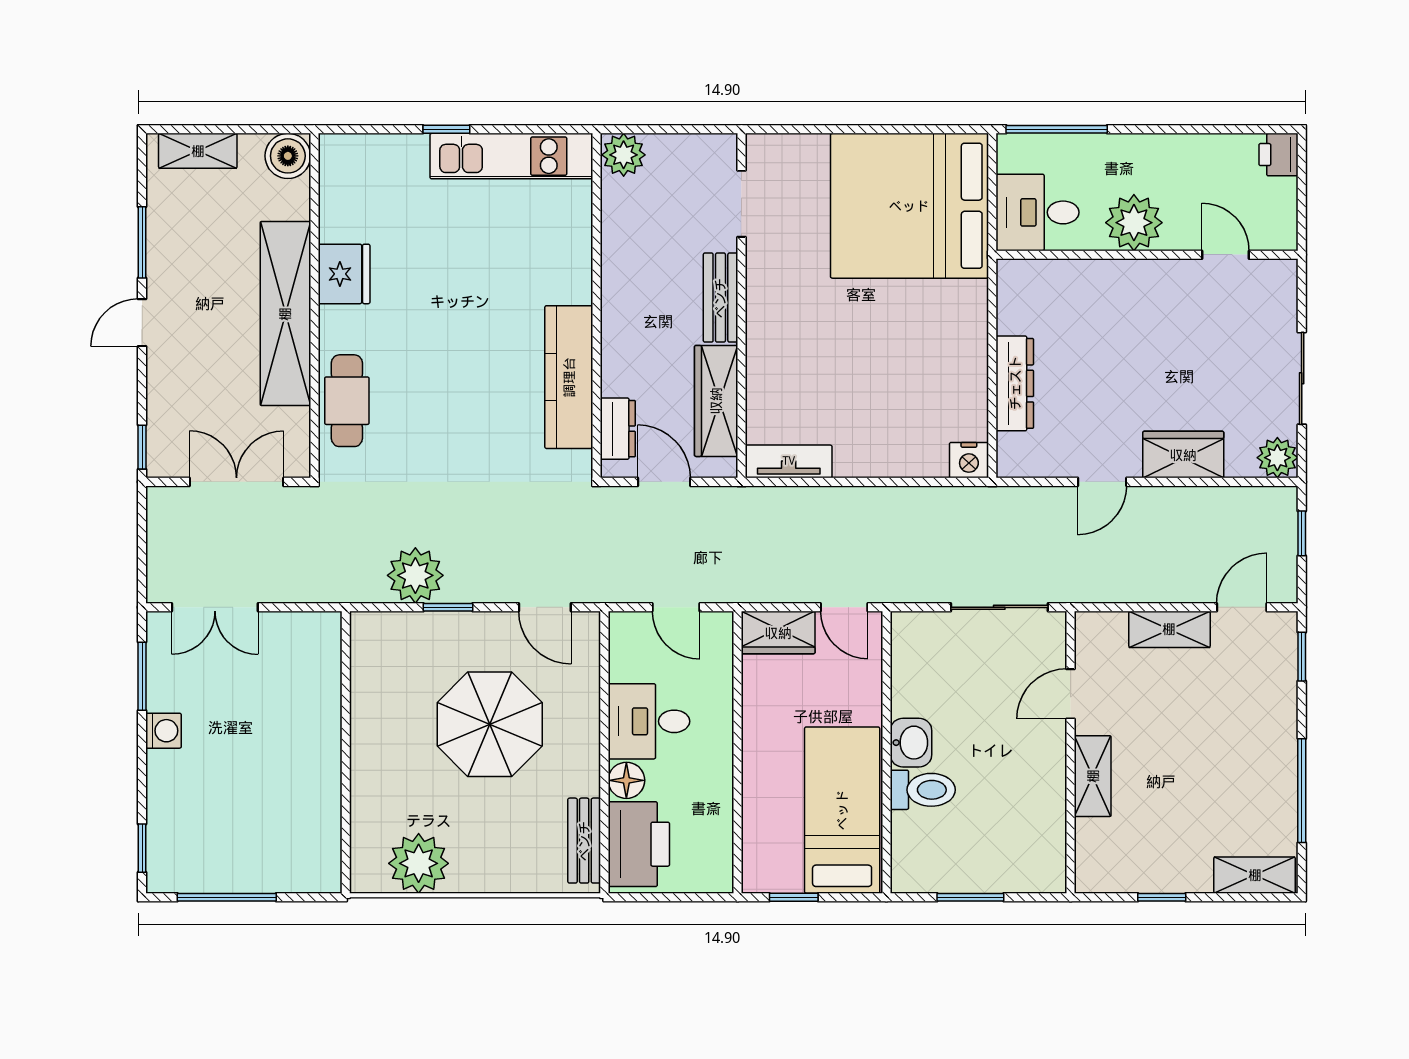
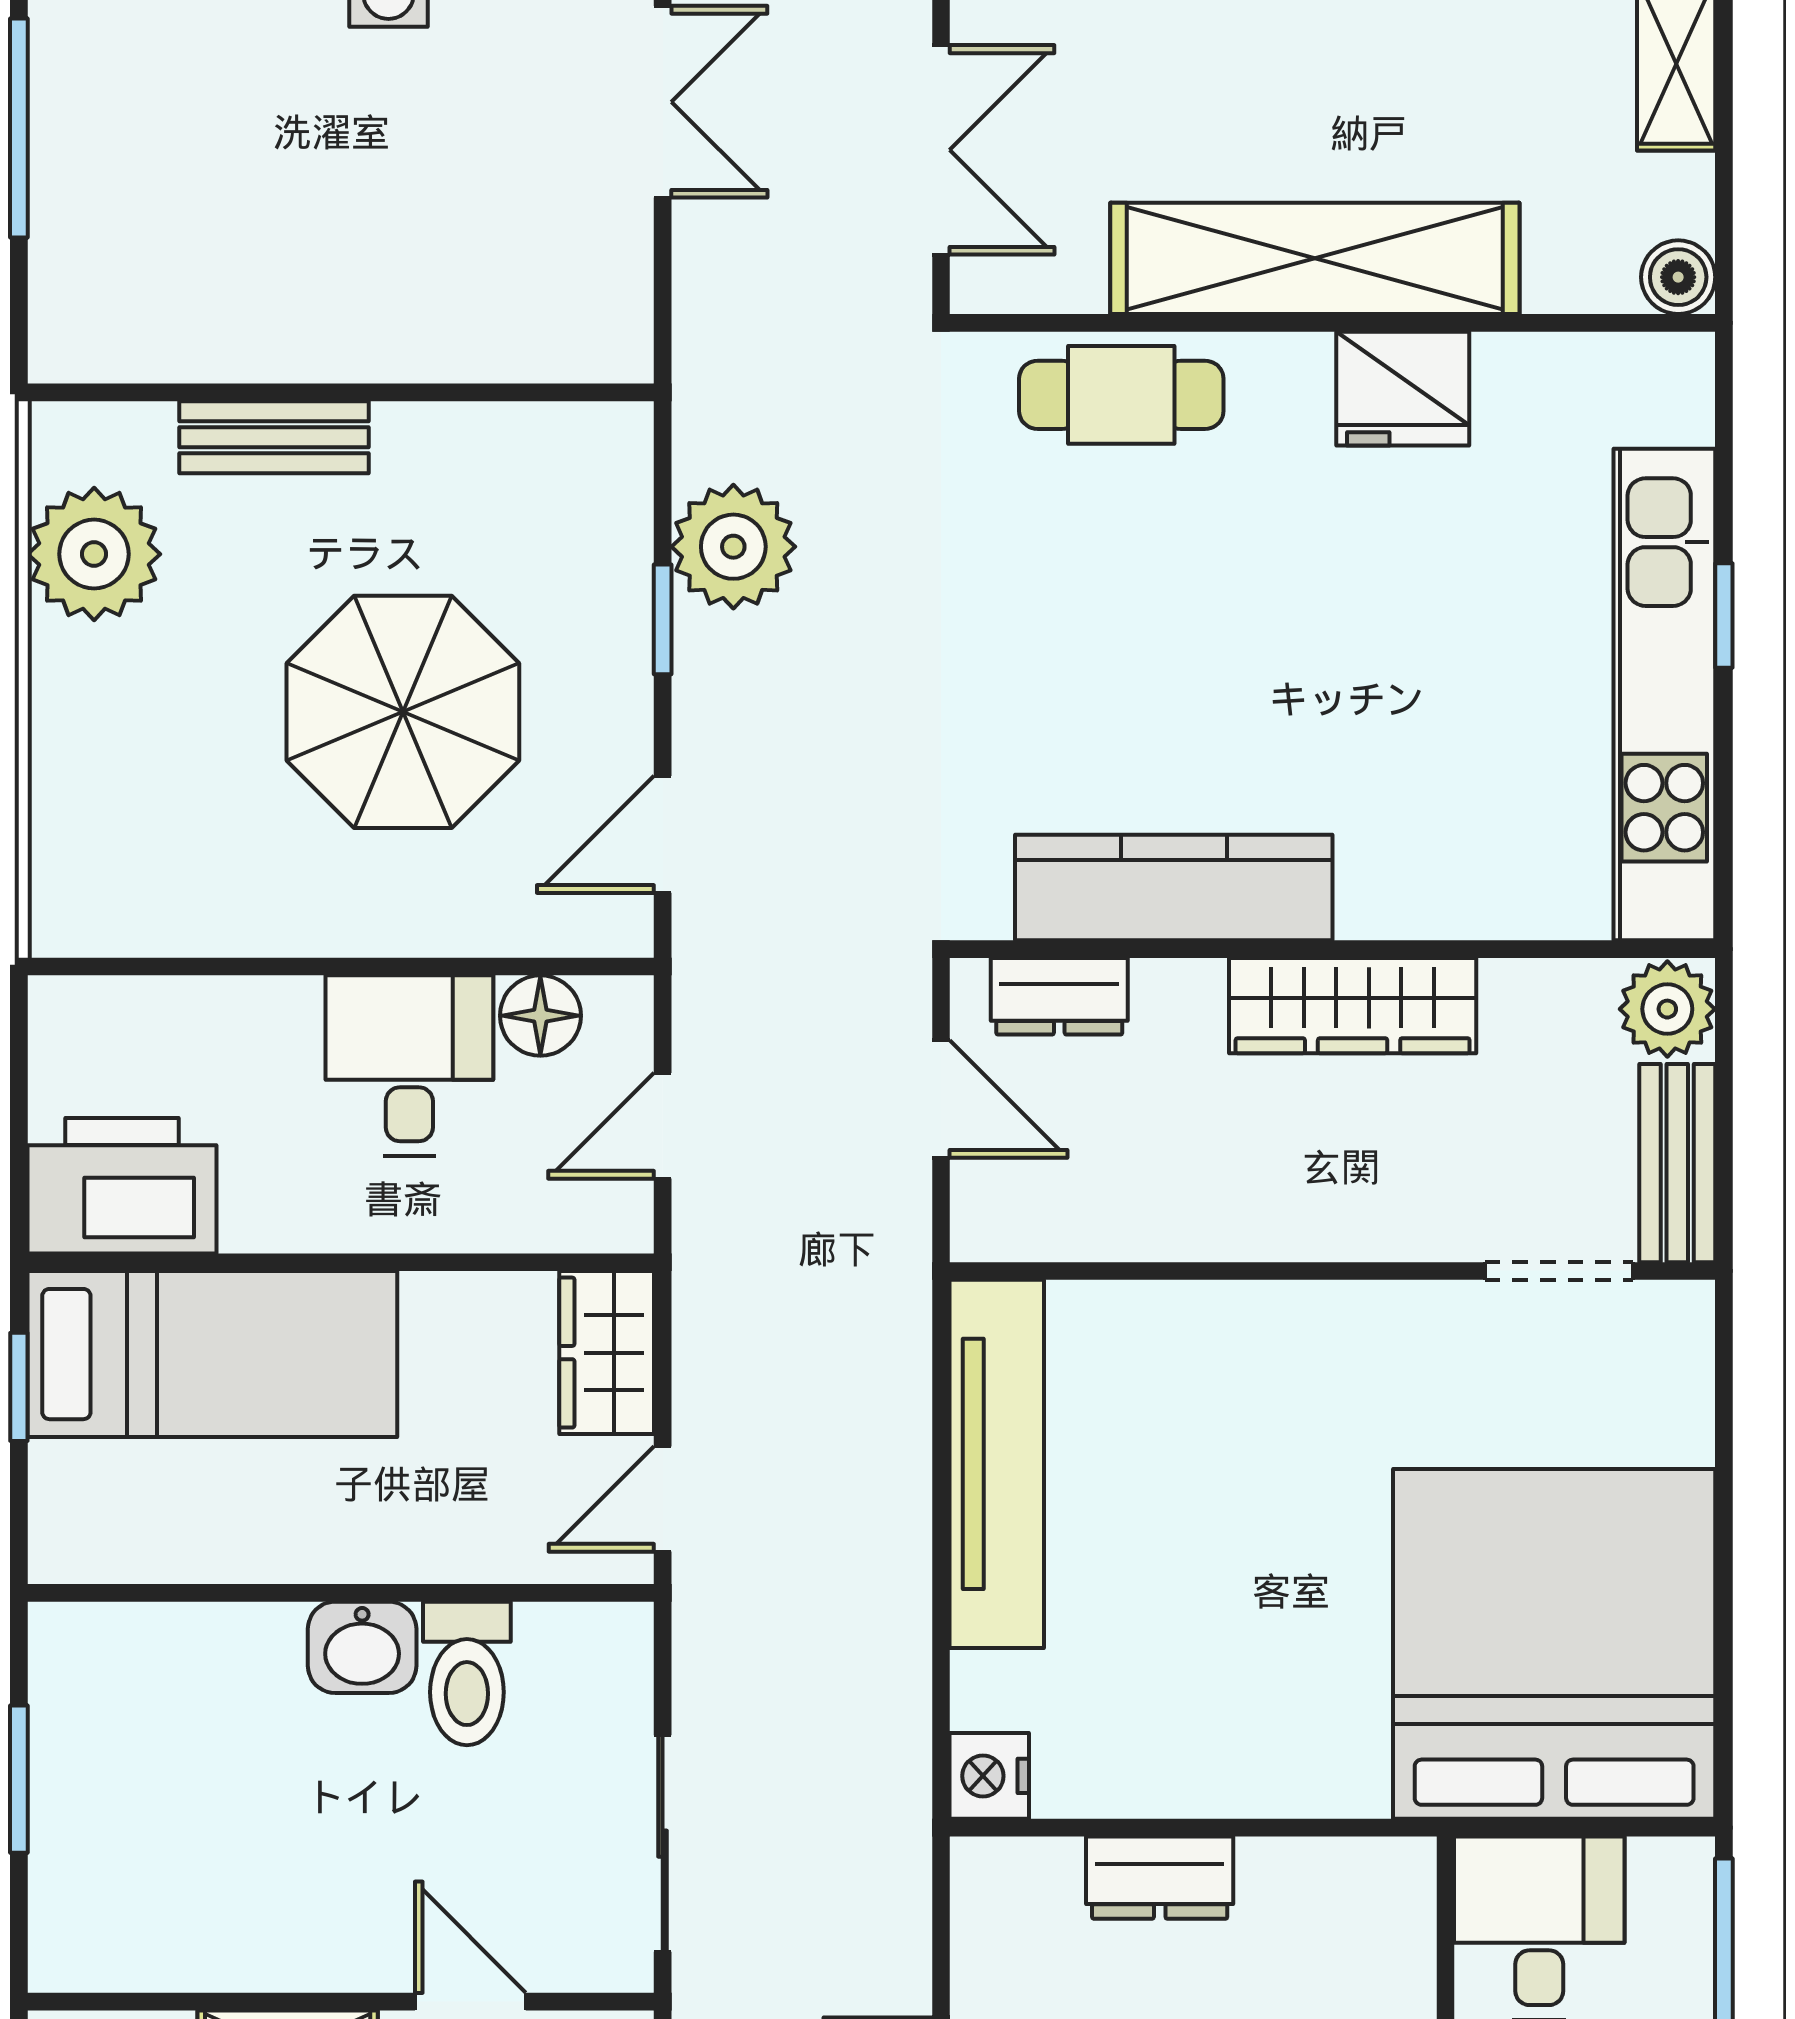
boiler: (288, 156) -> (1678, 277), width x0.73, depth x0.73
kitchen unit: (511, 156) -> (1664, 695), width x1.36
bench: (720, 298) -> (1677, 1163), moved, turned 90
dresser: (1015, 383) -> (1160, 1878), width x0.70
wardrobe: (716, 401) -> (1353, 1006), moved, turned 180
tv unit: (789, 461) -> (997, 1464), width x1.92, depth x1.29
door: (664, 482) -> (941, 1099), hinge flipped
double door: (215, 607) -> (663, 102), swing flipped
floor lamp: (626, 780) -> (540, 1016), moved
toilet: (923, 790) -> (467, 1673), moved
bed: (842, 810) -> (212, 1354), moved
bench: (584, 841) -> (274, 437), moved
printer: (639, 844) -> (122, 1186), moved, turned 180

